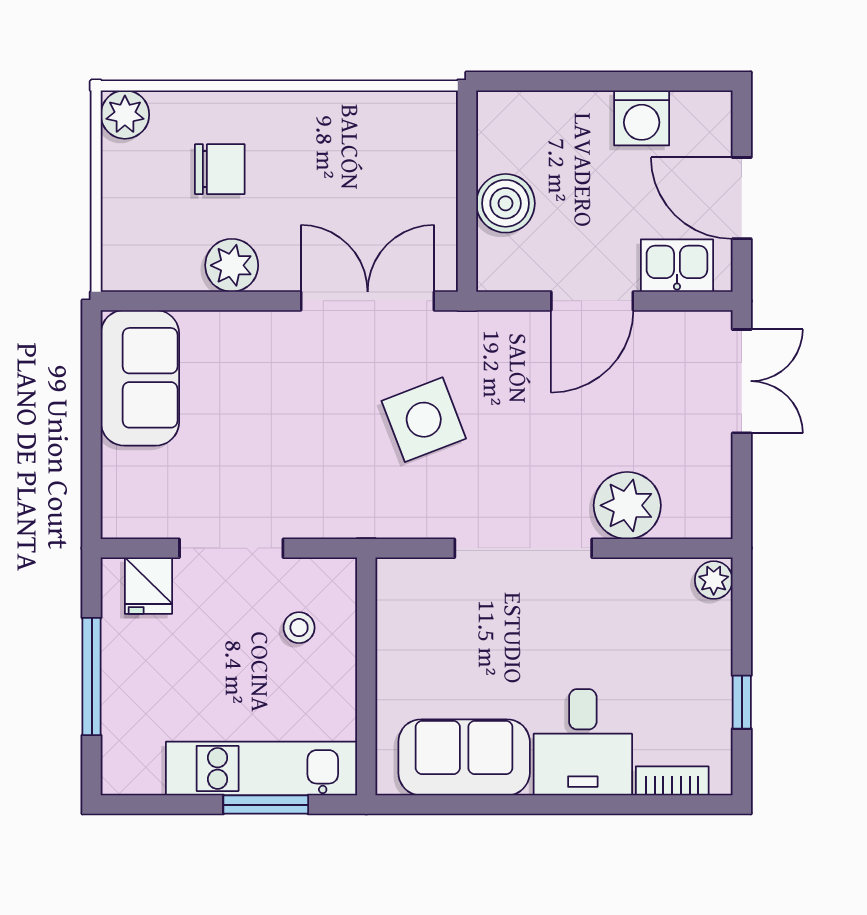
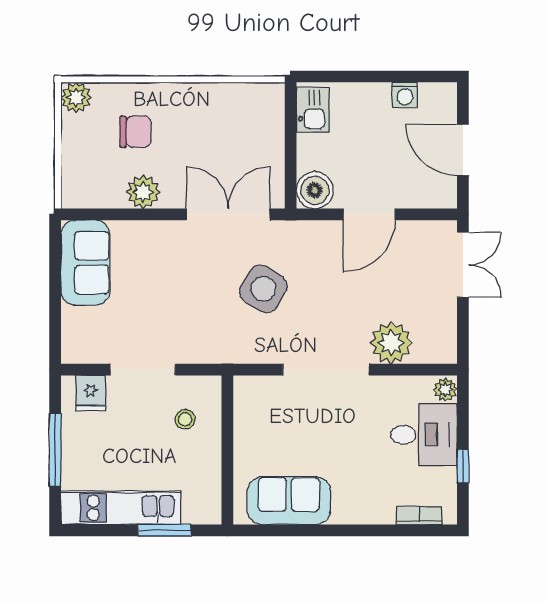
washing machine: (642, 118) -> (405, 95), width x0.73, depth x0.73
boiler: (506, 203) -> (315, 190), moved
kitchen sink: (677, 266) -> (313, 110), moved, turned 90
side table: (424, 420) -> (263, 289), turned -38
desk: (583, 742) -> (424, 435), moved, turned -90
kitchen unit: (262, 768) -> (121, 508), moved

